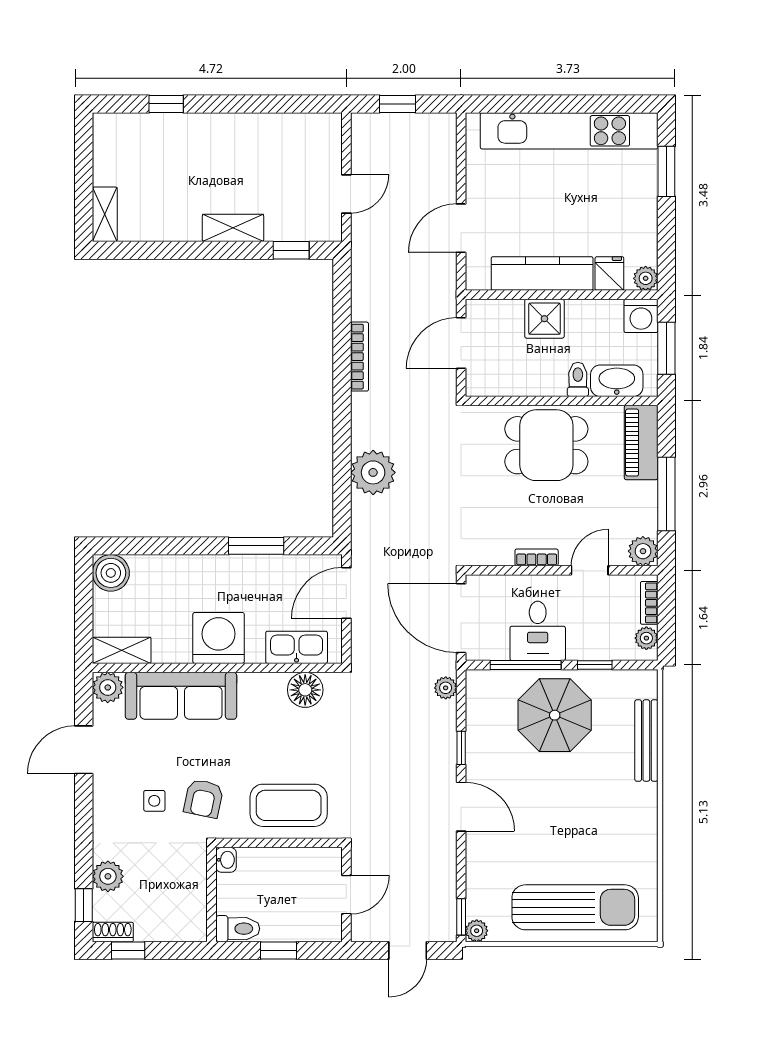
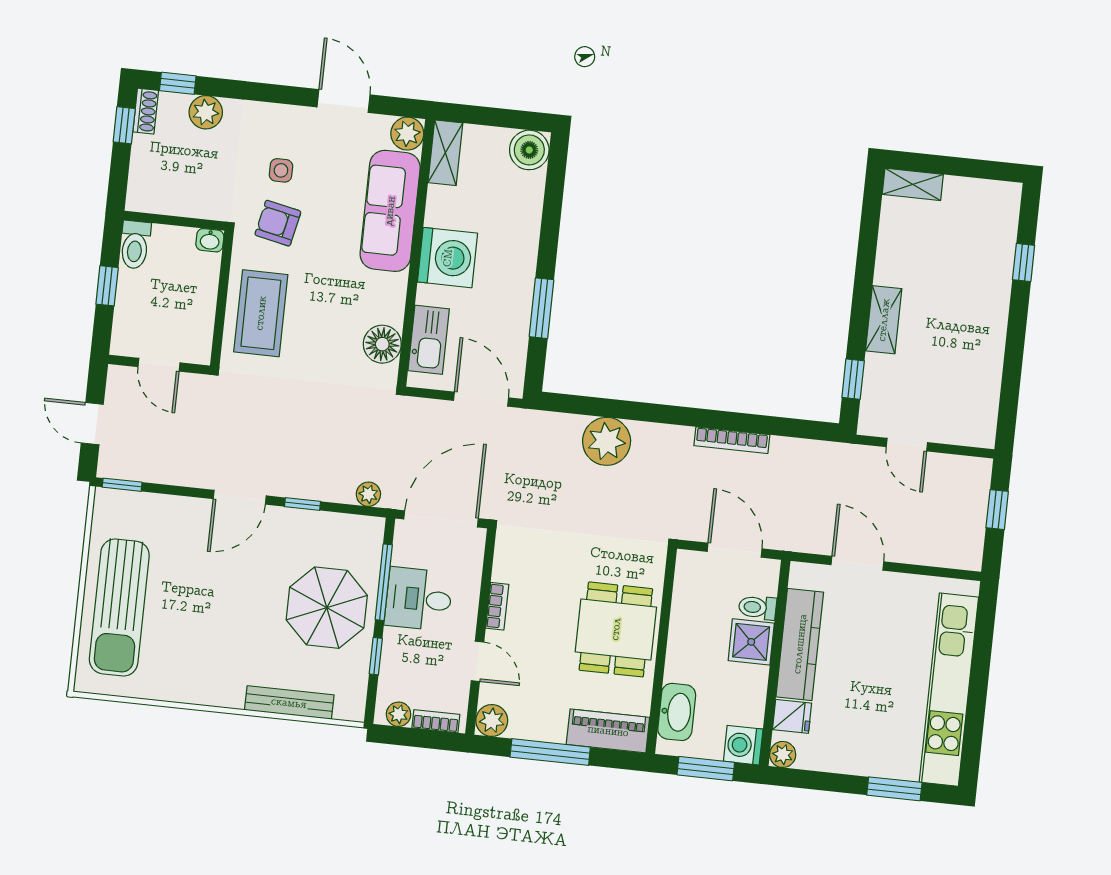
toilet: (578, 379) -> (757, 607), moved, turned 180
plant: (477, 931) -> (106, 500), removed

